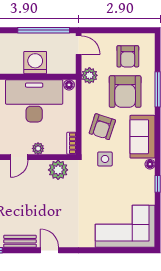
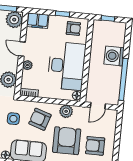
door: (79, 45) -> (98, 106), moved
washing machine: (35, 63) -> (114, 56), moved, turned 180
plant: (89, 75) -> (66, 111), moved
armchair: (125, 92) -> (67, 141), turned 90

